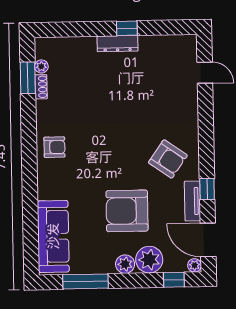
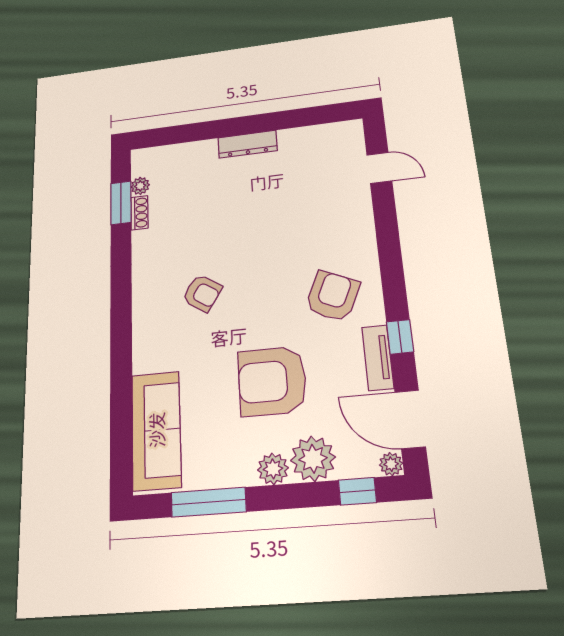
window: (127, 28) -> (260, 123), removed
armchair: (54, 147) -> (202, 293), moved, turned 33
armchair: (168, 159) -> (332, 296), turned -101

